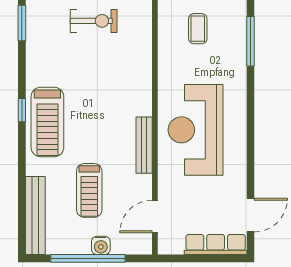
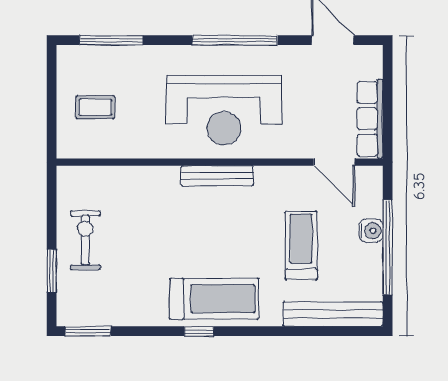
window: (250, 138) -> (235, 40), added
bench: (144, 145) -> (217, 176), moved
treadmill: (89, 190) -> (301, 246), turned -90
row of seats: (216, 244) -> (370, 119), moved

